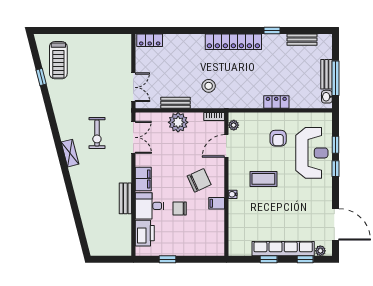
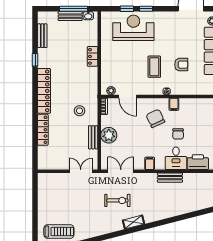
locker: (150, 40) -> (43, 130), moved, width x1.53
armchair: (278, 138) -> (181, 65), moved
filing cabinet: (143, 179) -> (150, 163), width x0.50

